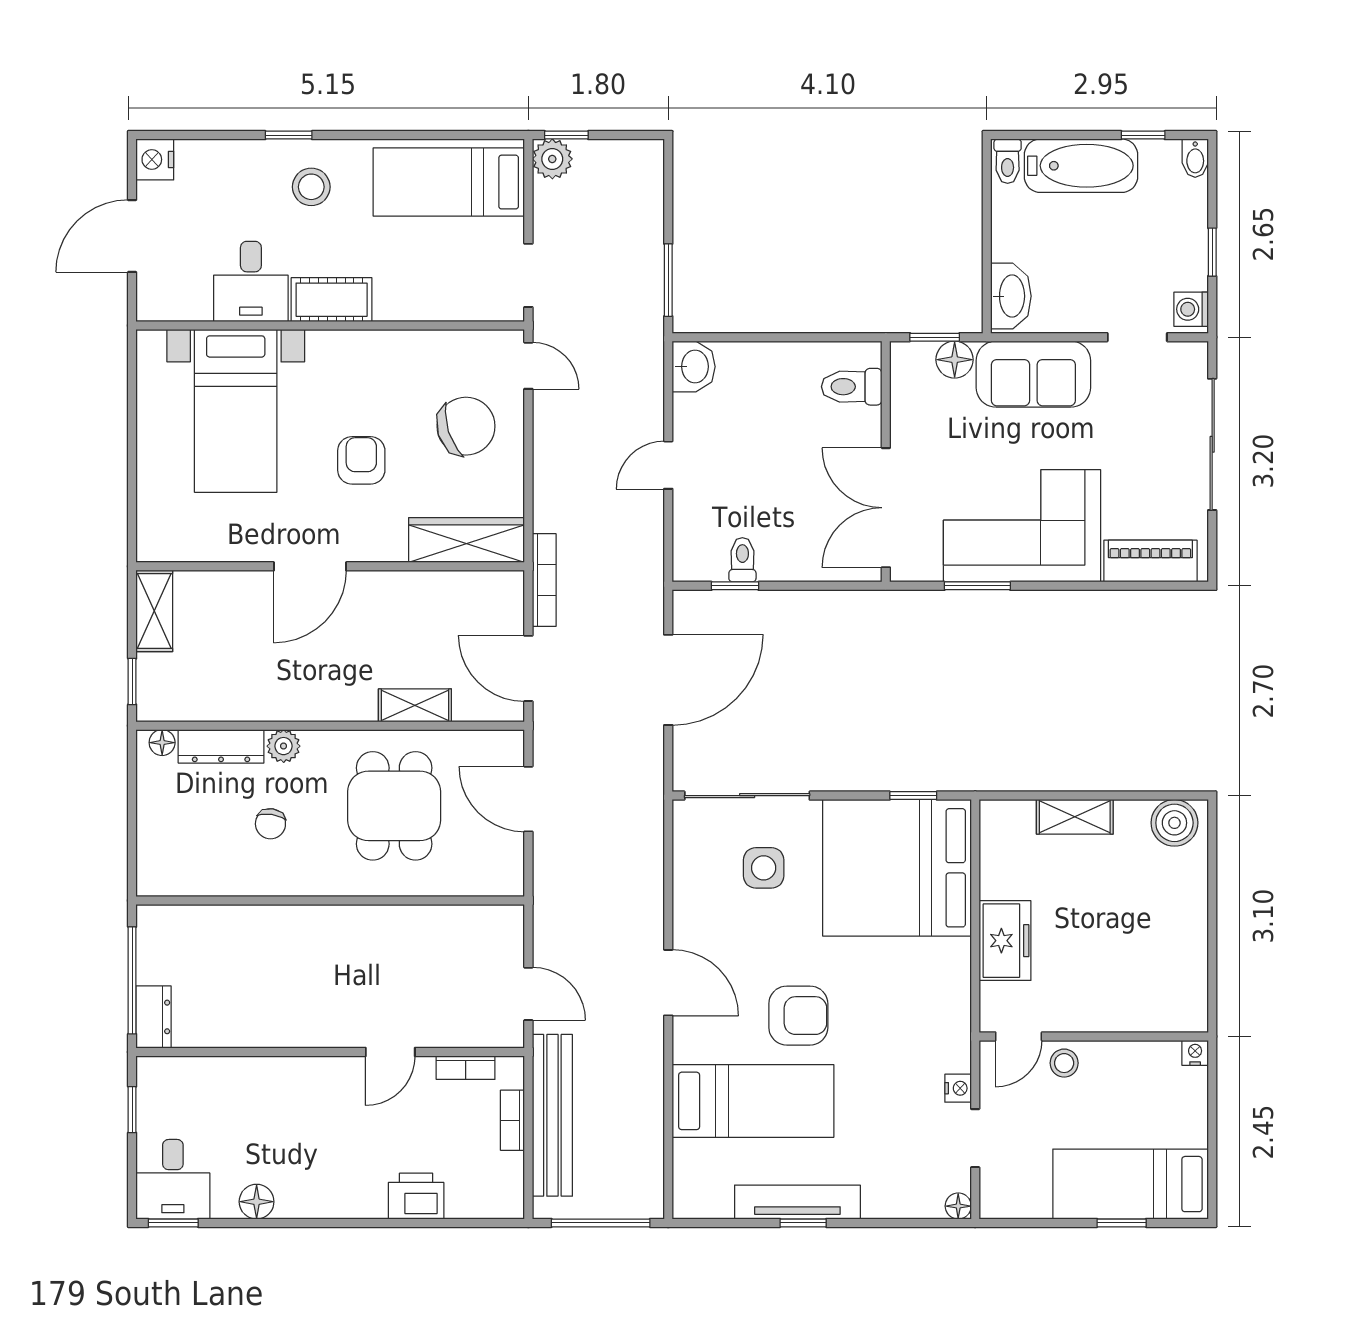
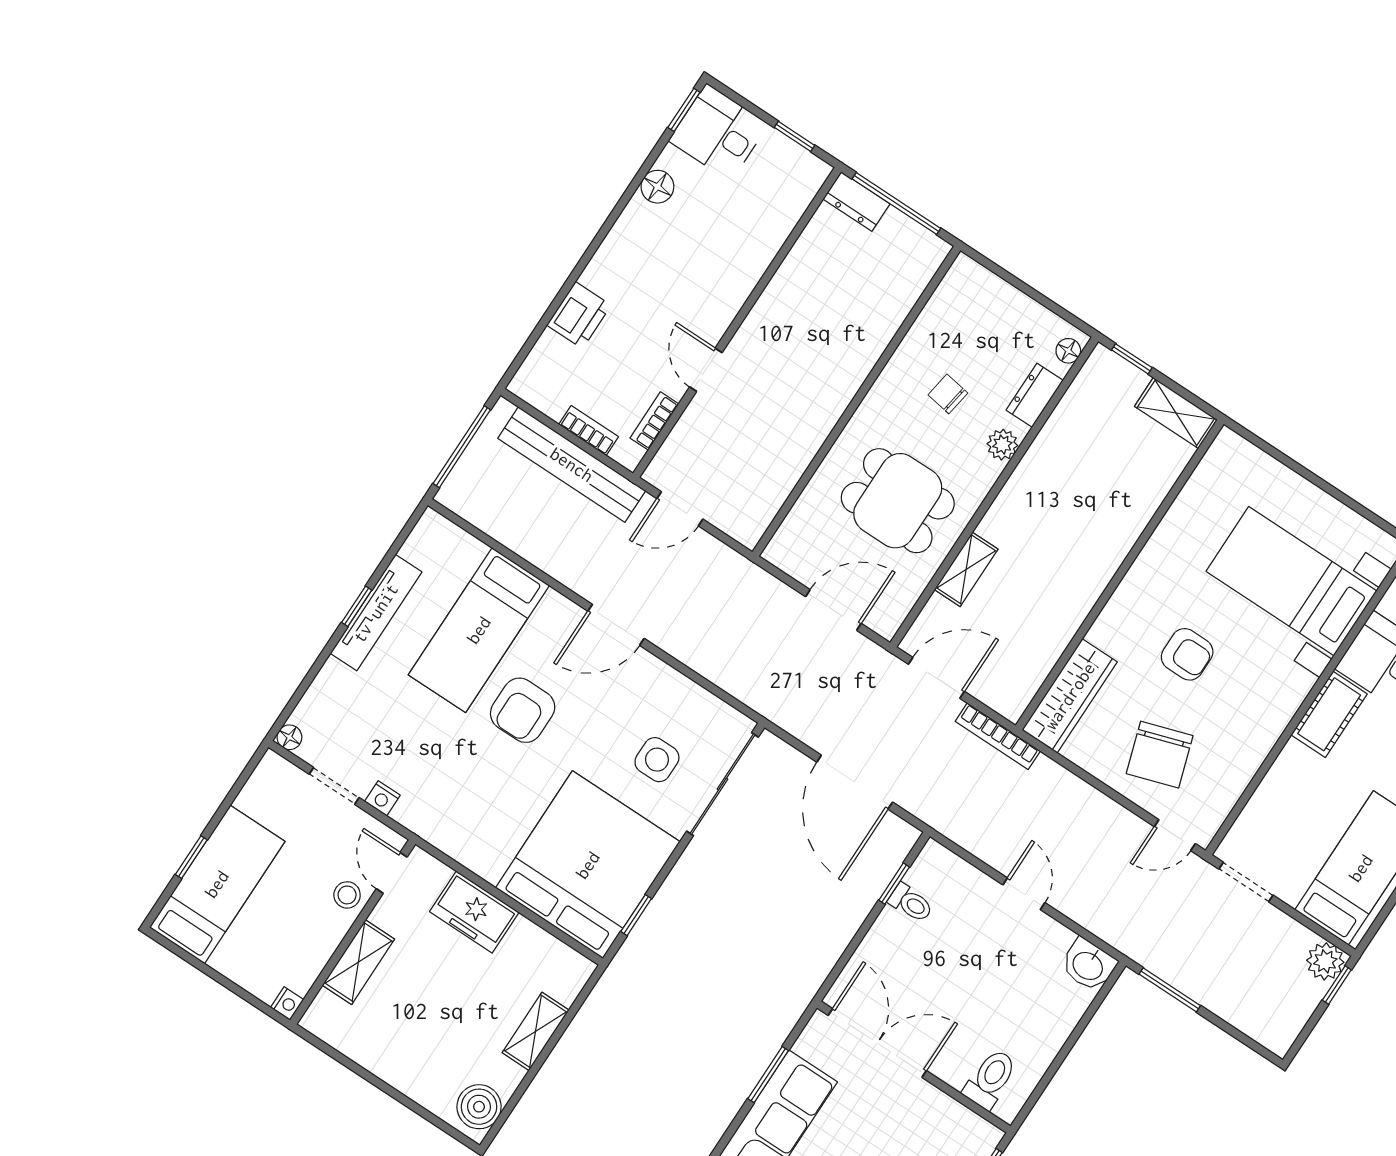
door: (310, 566) -> (1130, 559), removed
dresser: (221, 746) -> (1035, 395), width x0.70
shelving: (1117, 1014) -> (358, 962), added

